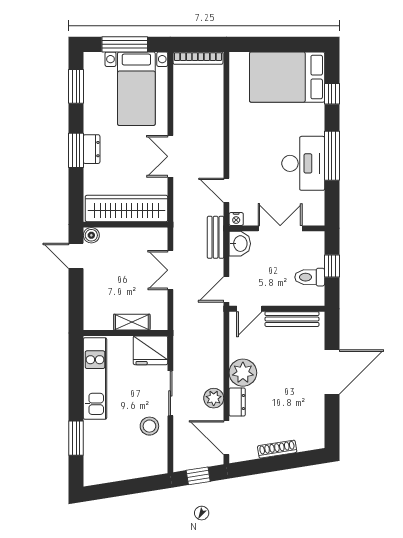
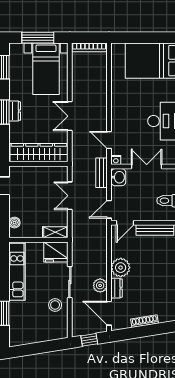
boiler: (91, 235) -> (14, 223), moved
shelving: (132, 322) -> (55, 232), moved

